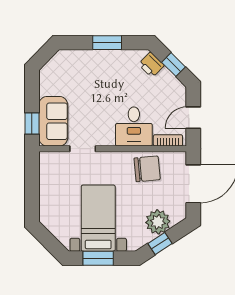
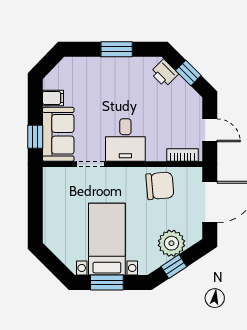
filing cabinet: (48, 88) -> (53, 98), added
door: (193, 118) -> (210, 130), swing flipped
desk: (134, 127) -> (125, 140), moved

